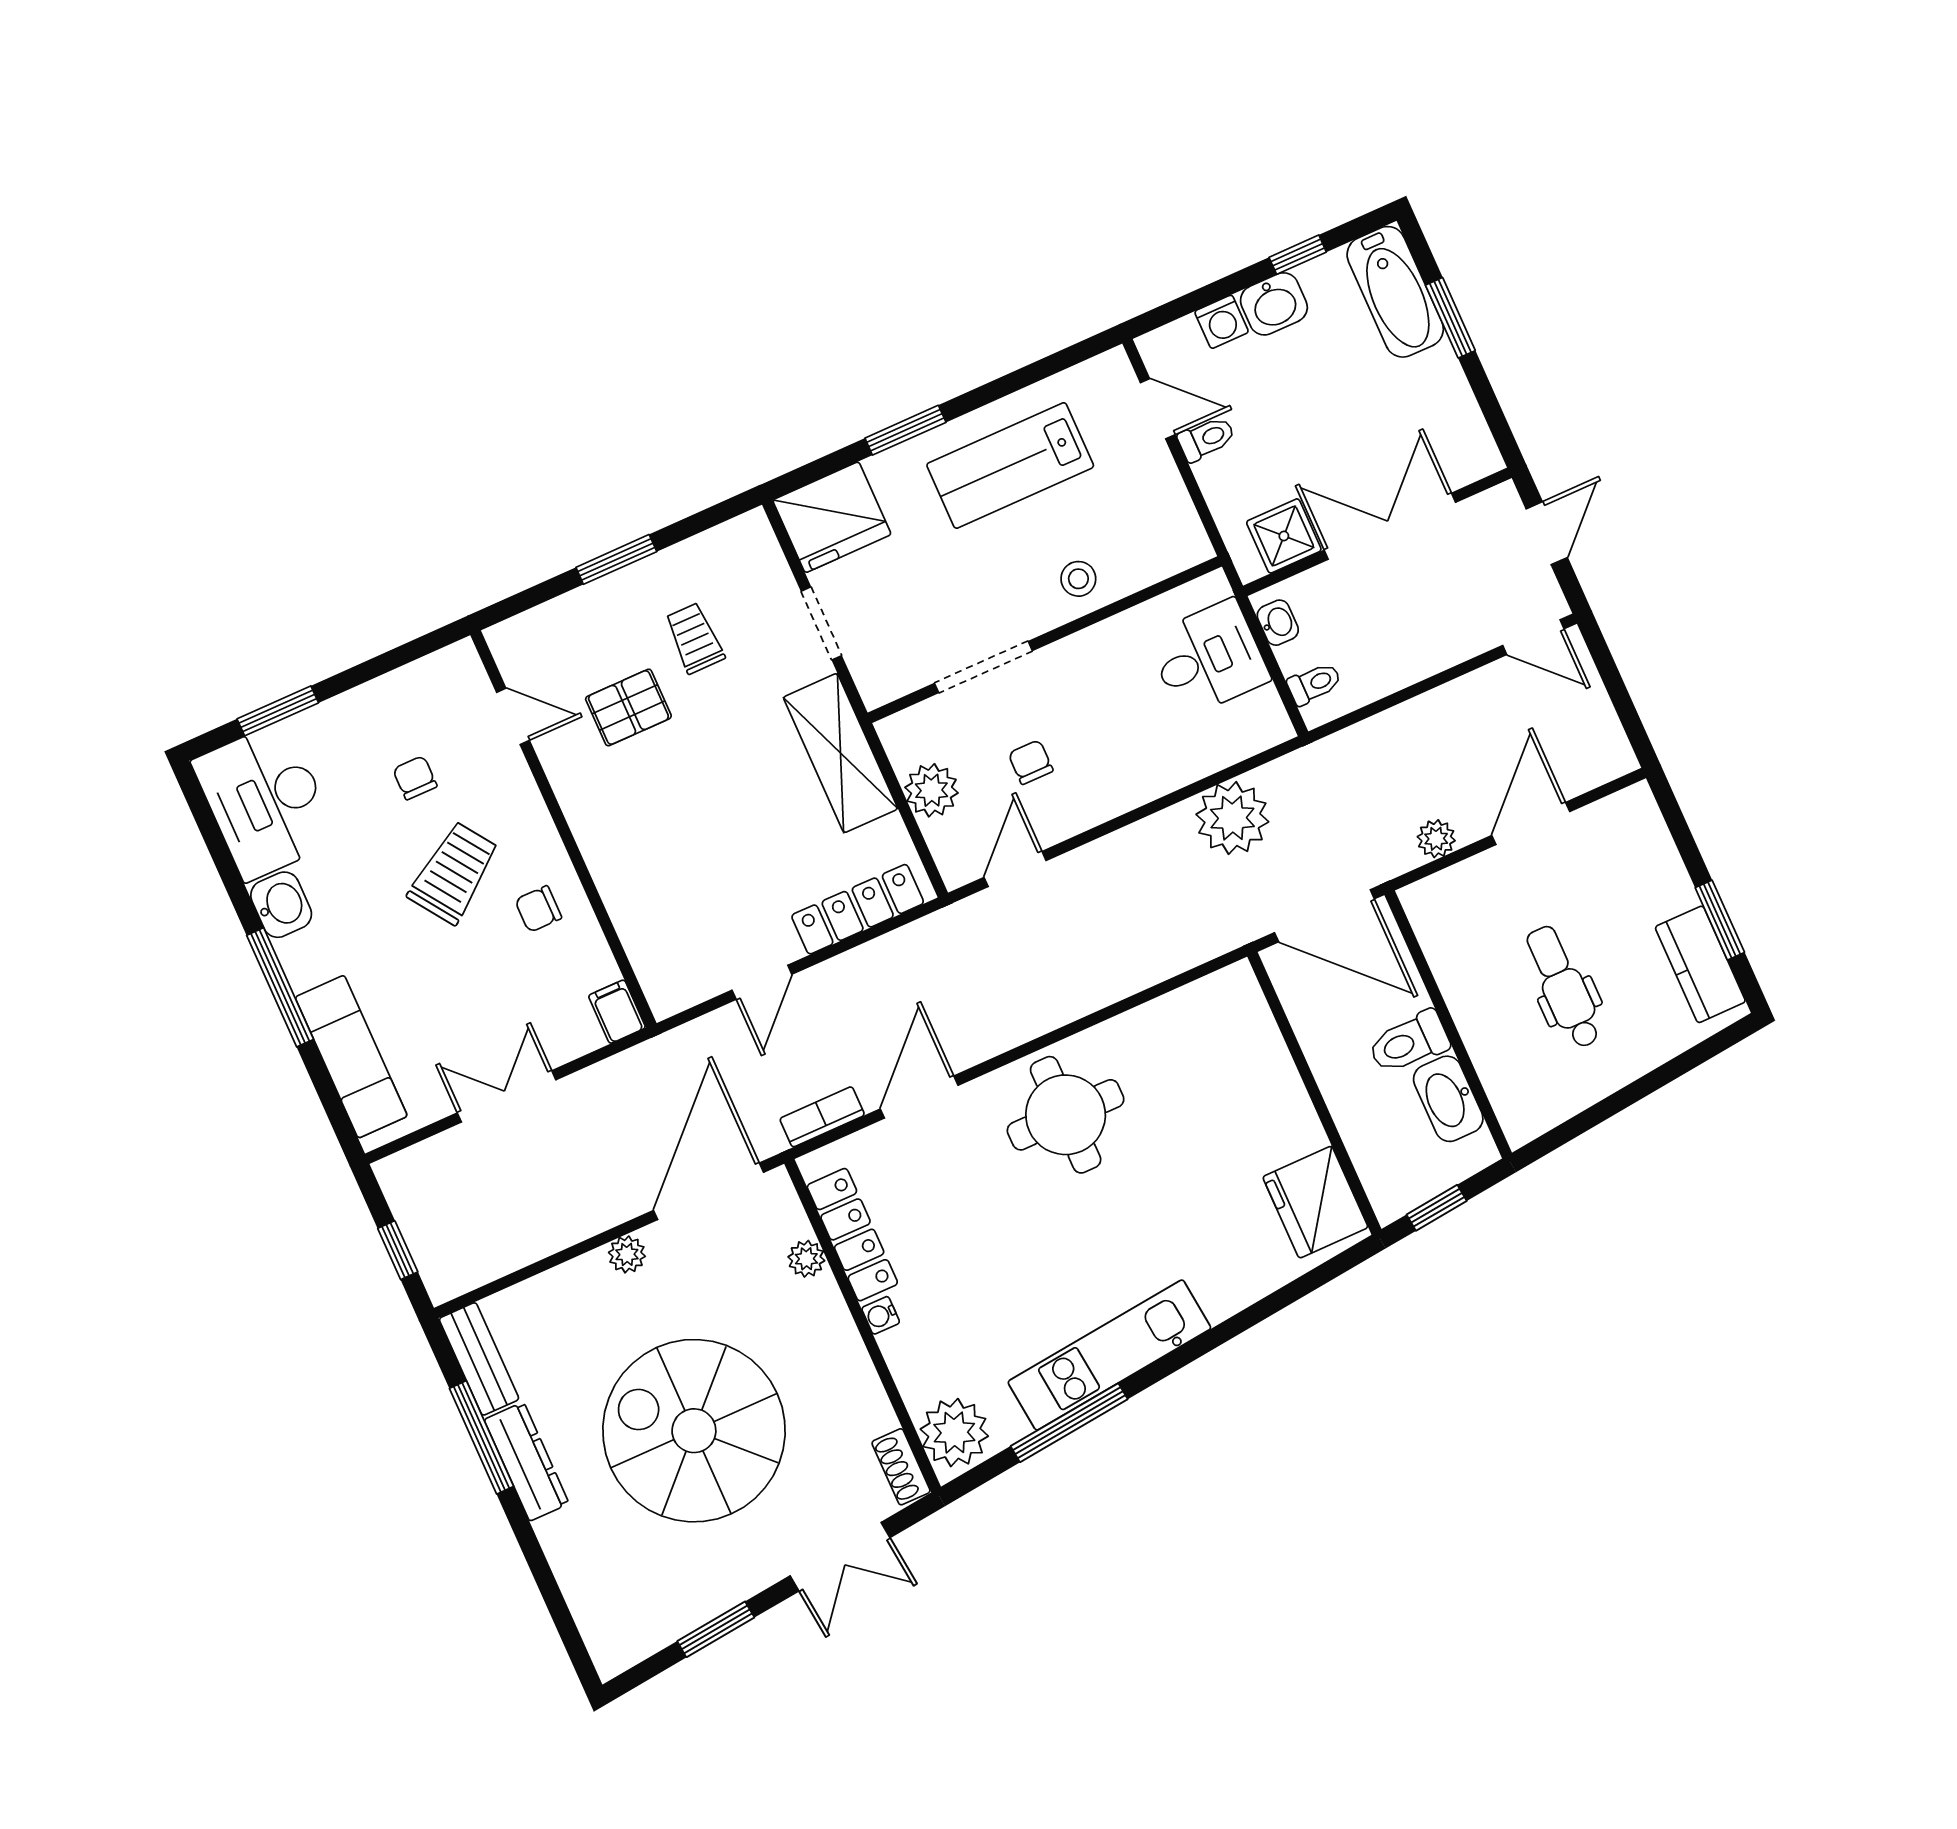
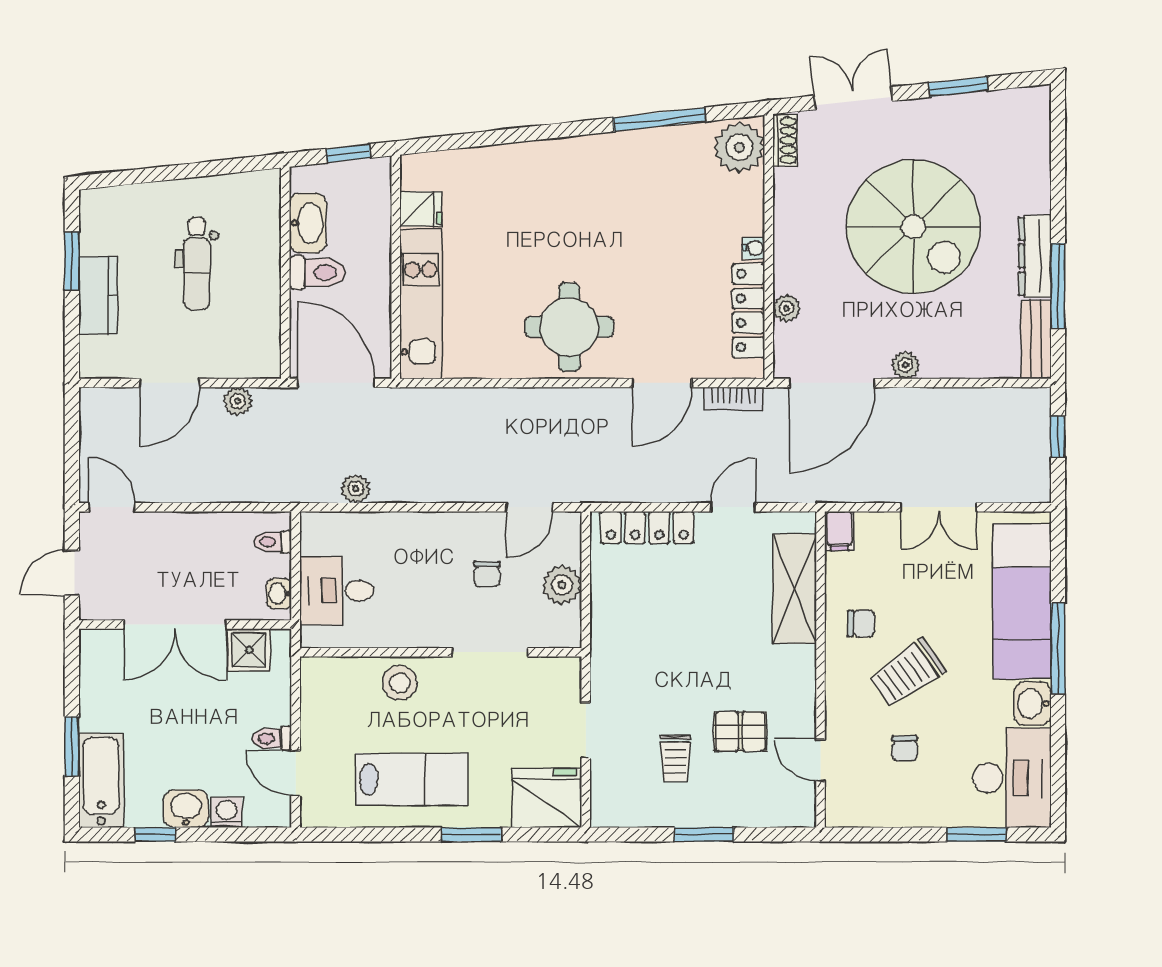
stool: (1078, 579) -> (400, 683), width x1.37, depth x1.37
shelving: (841, 753) -> (794, 589), moved
plant: (1232, 818) -> (356, 489), width x0.53, depth x0.53
kitchen counter: (1700, 964) -> (98, 296), moved
exam couch: (351, 1057) -> (1022, 601), width x1.36, depth x1.45
fridge: (1315, 1202) -> (421, 209), width x0.53, depth x0.75
kitchen unit: (1109, 1355) -> (421, 304), moved, turned -84

